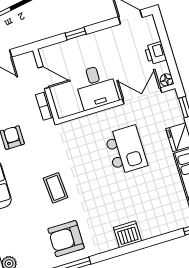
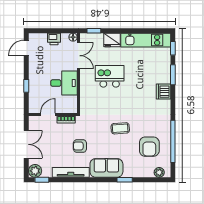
double door: (142, 96) -> (79, 56), swing flipped
armchair: (66, 239) -> (149, 147), moved
window: (156, 240) -> (173, 75), added

